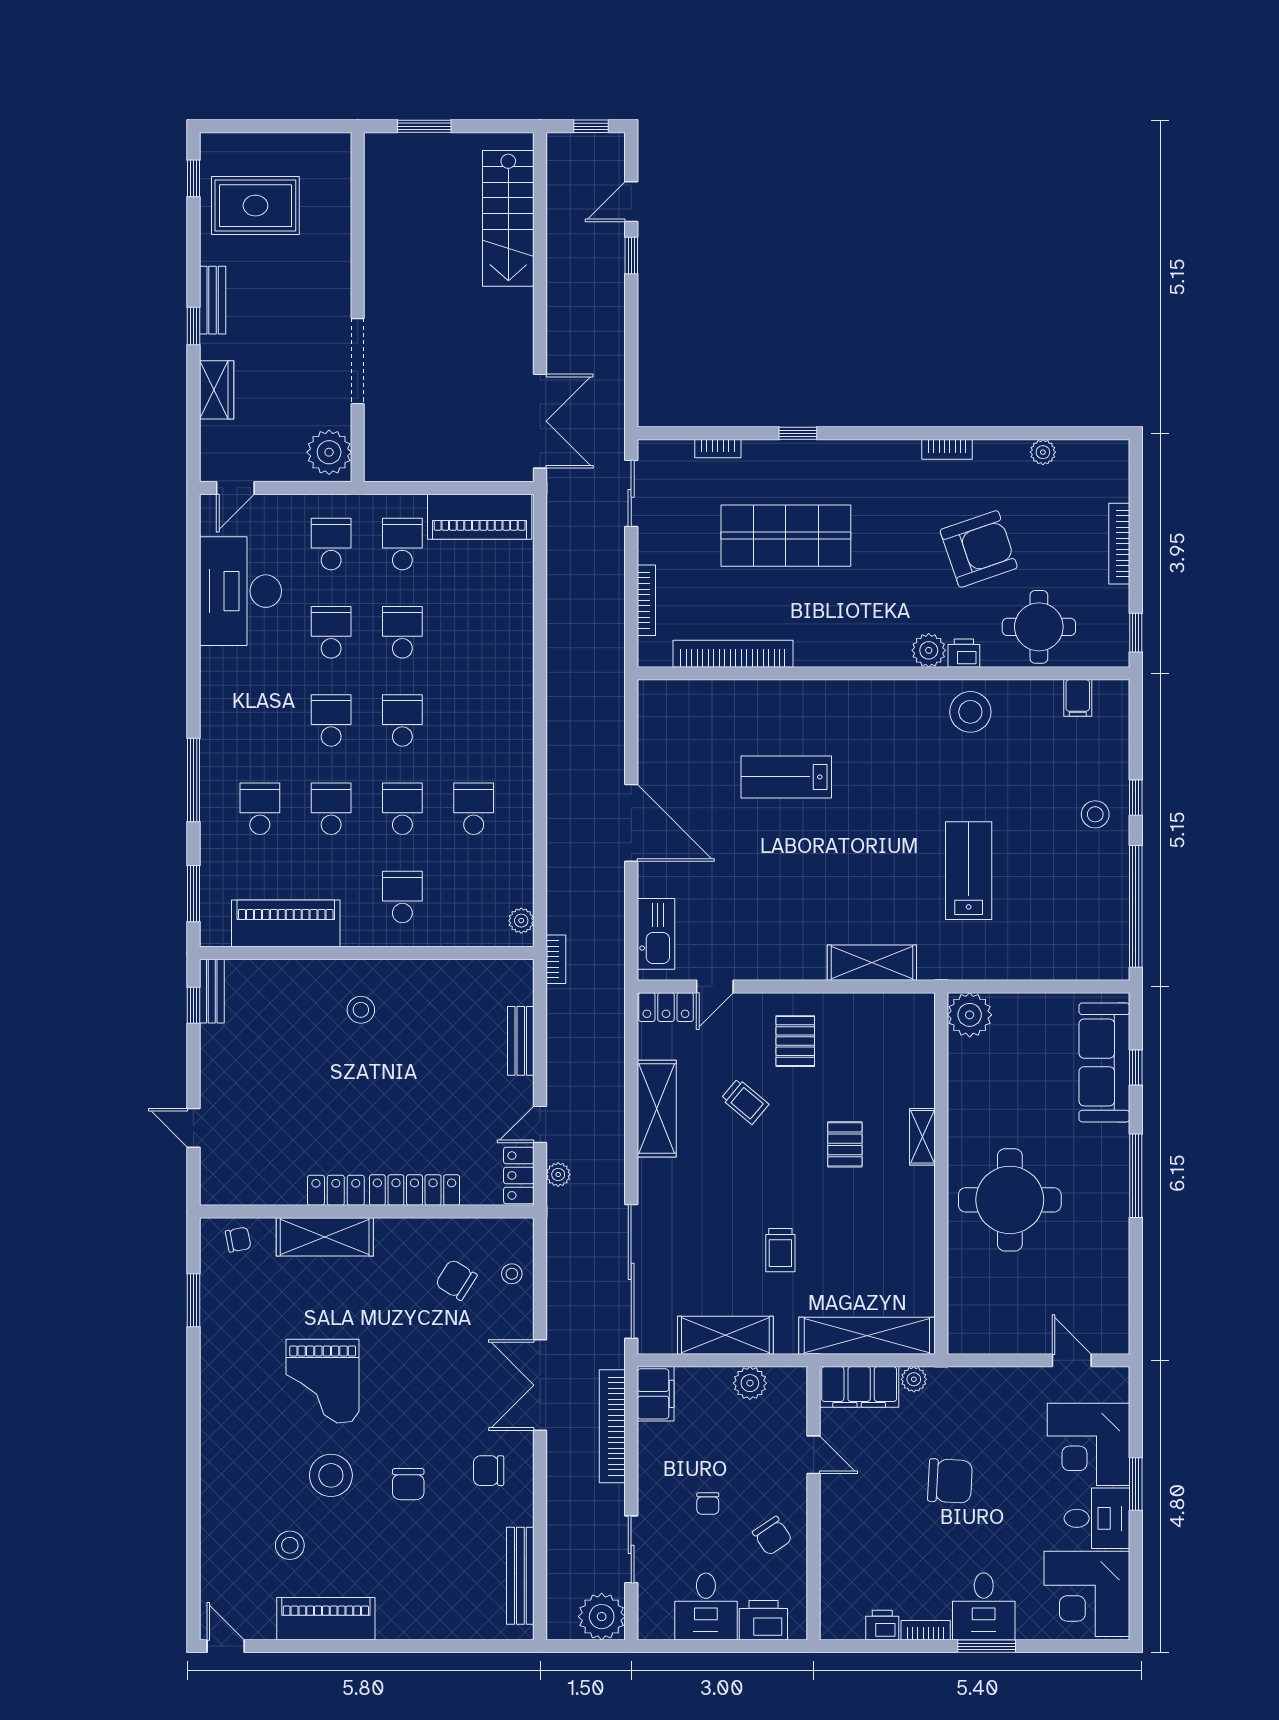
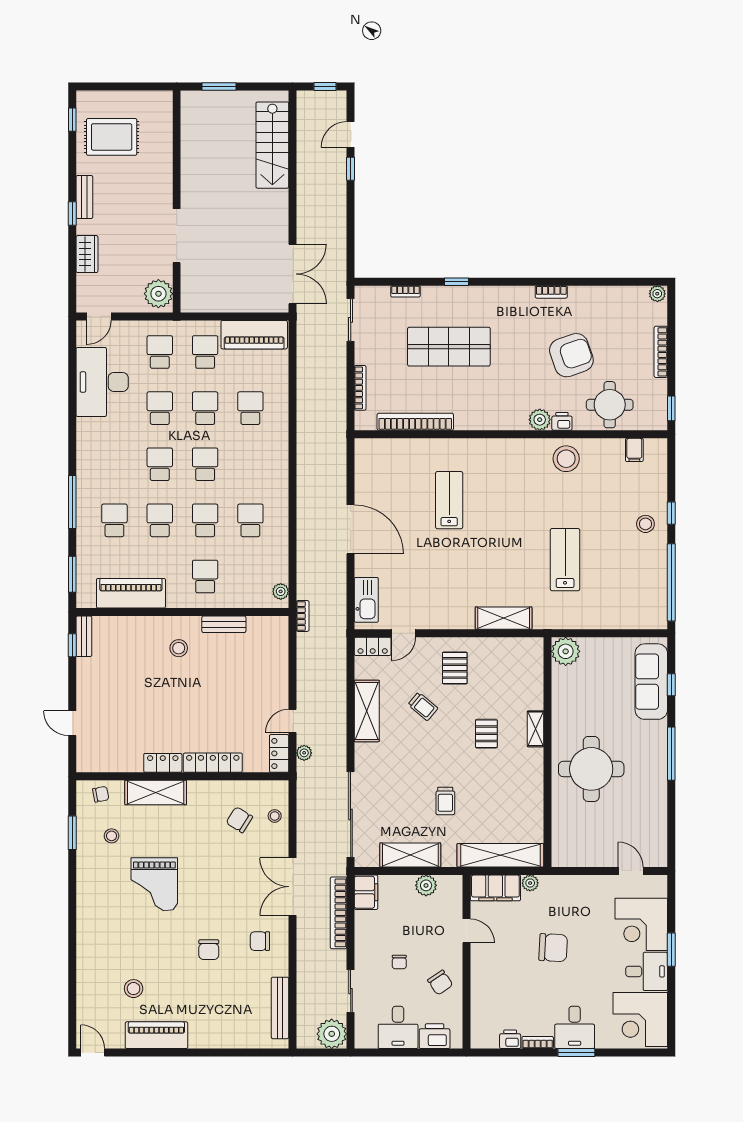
plant: (1043, 452) -> (657, 294), moved
school desk: (474, 632) -> (250, 408), added
lab bench: (786, 777) -> (449, 500), turned 90
bench: (521, 1041) -> (224, 624), moved, turned 90
stool: (331, 1475) -> (112, 836), moved, width x0.53, depth x0.53

